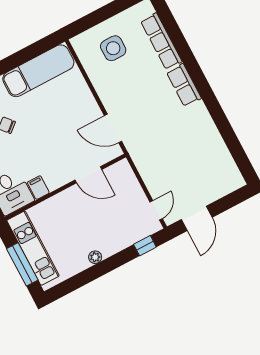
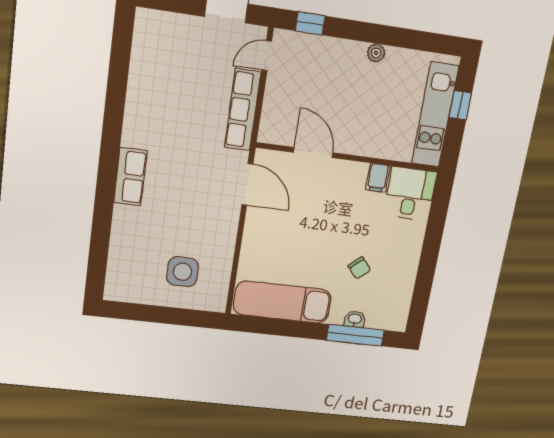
row of seats: (161, 41) -> (243, 110), moved, turned 180
window: (22, 264) -> (460, 105), width x0.46

